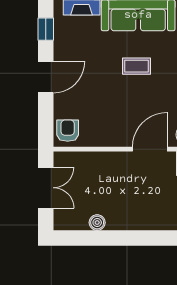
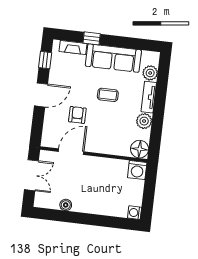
armchair: (68, 131) -> (77, 115), moved
door: (150, 149) -> (71, 152), moved

